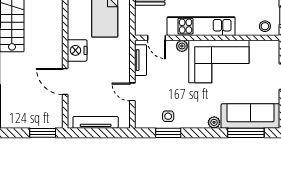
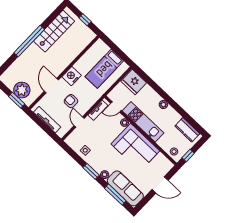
door: (157, 38) -> (116, 107), hinge flipped
armchair: (102, 78) -> (71, 101), added
plant: (38, 117) -> (22, 90), added
window: (168, 133) -> (91, 171), moved

